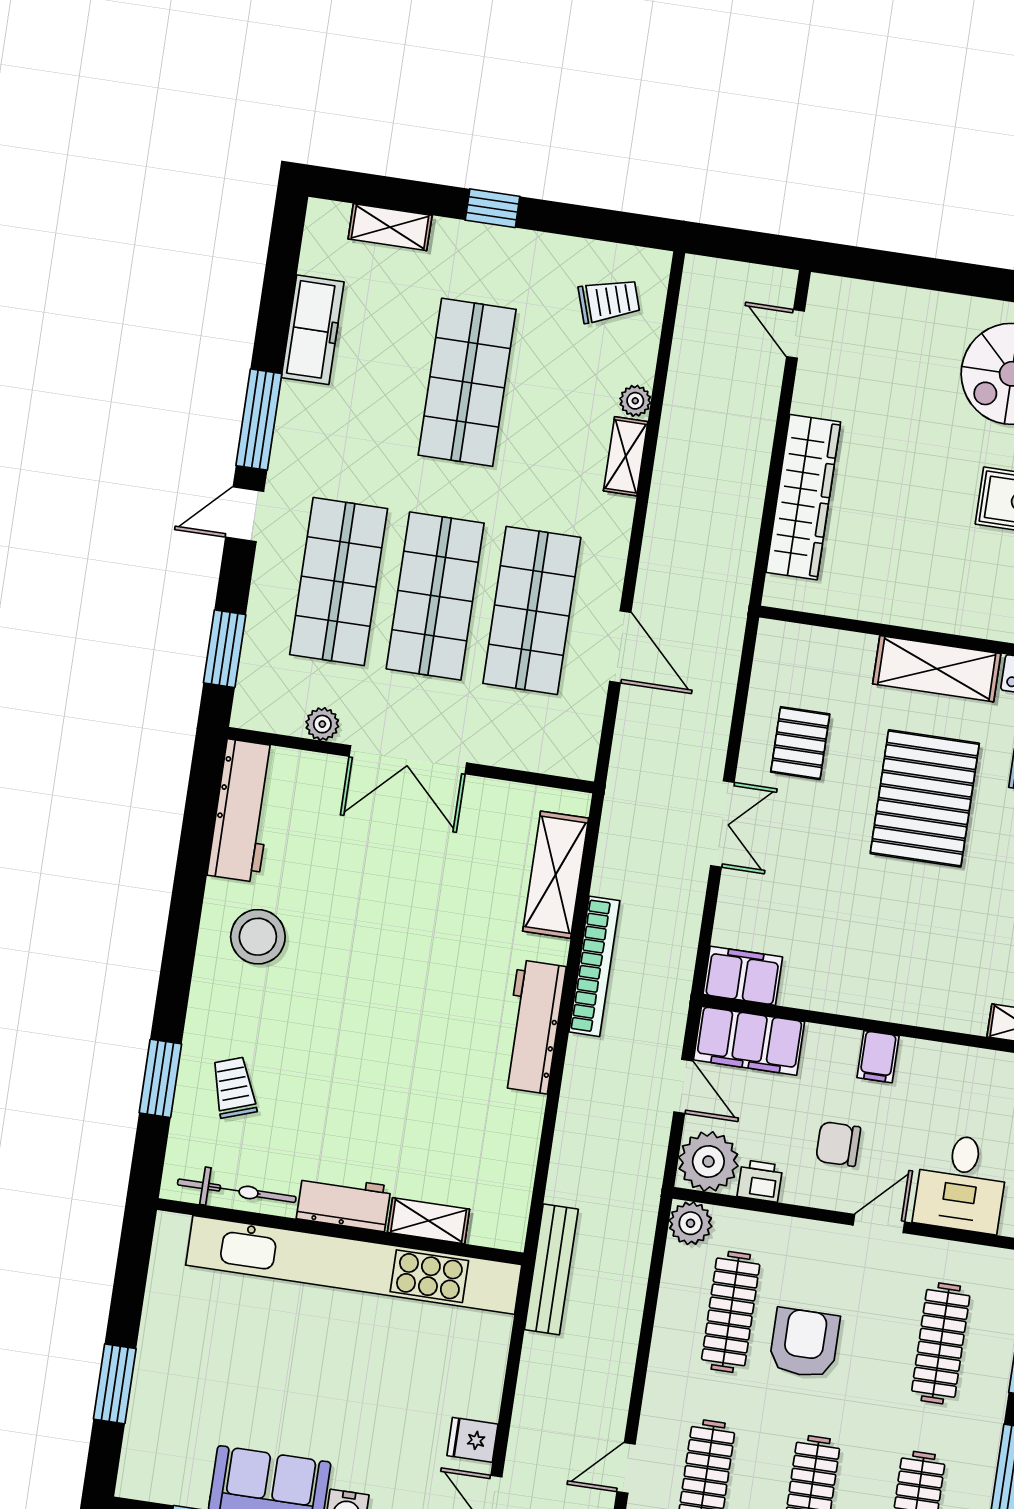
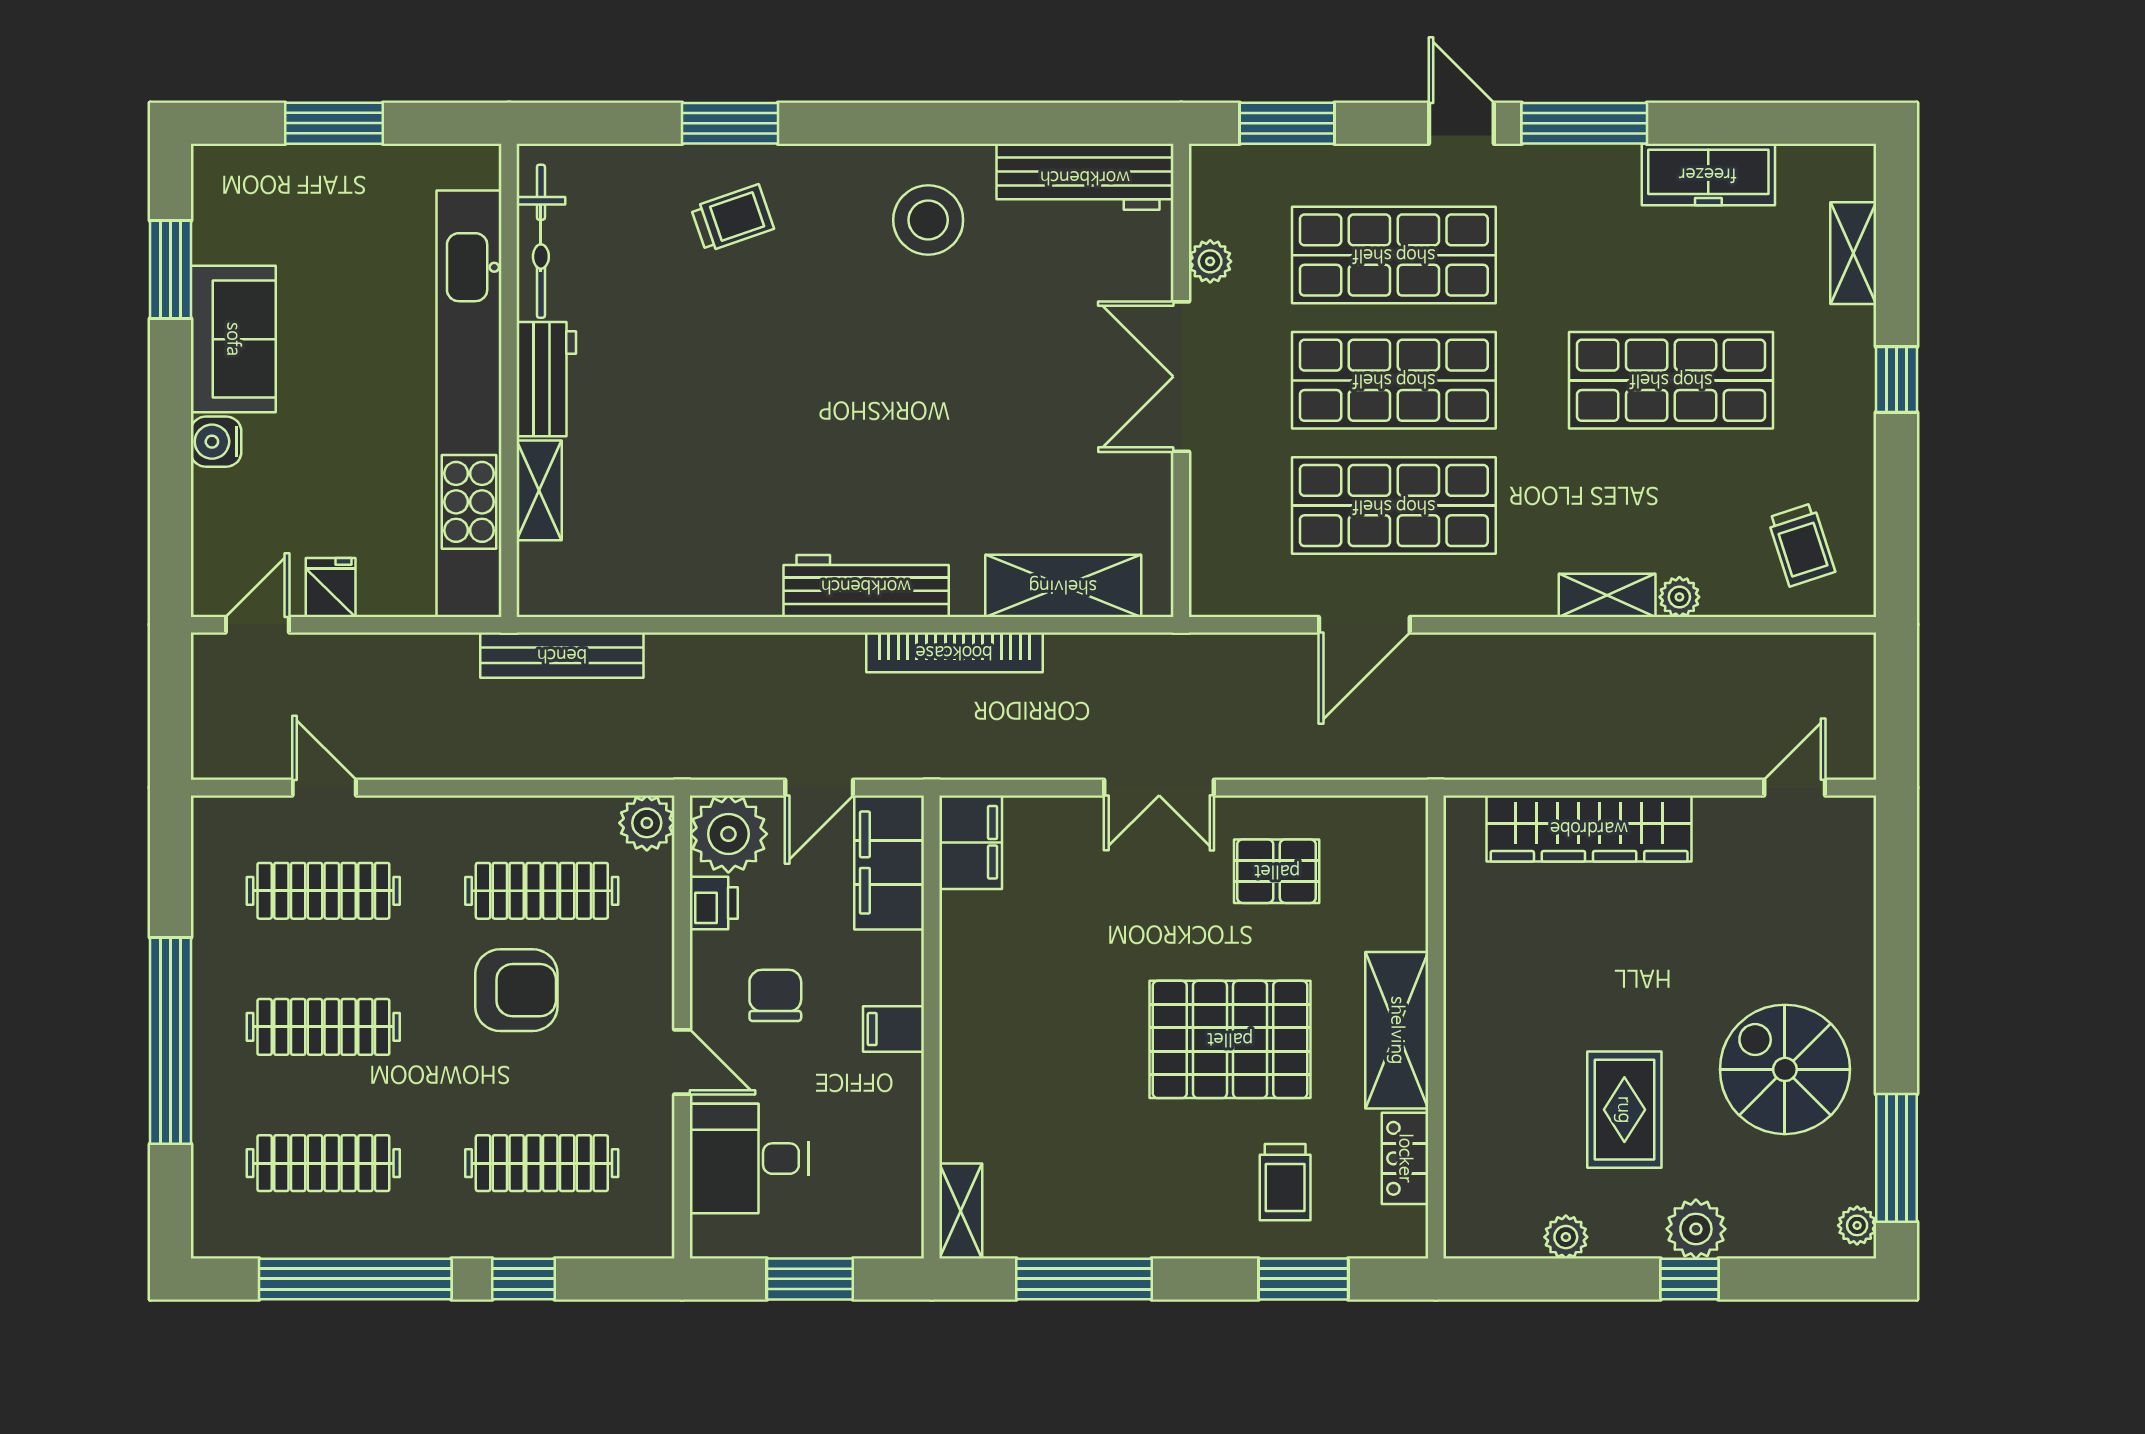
bicycle: (237, 1191) -> (541, 241), moved
workbench: (344, 1203) -> (546, 379), moved
shelving: (429, 1221) -> (539, 490), moved
wall: (340, 1231) -> (509, 380), moved
kitchen unit: (354, 1265) -> (469, 404), moved

